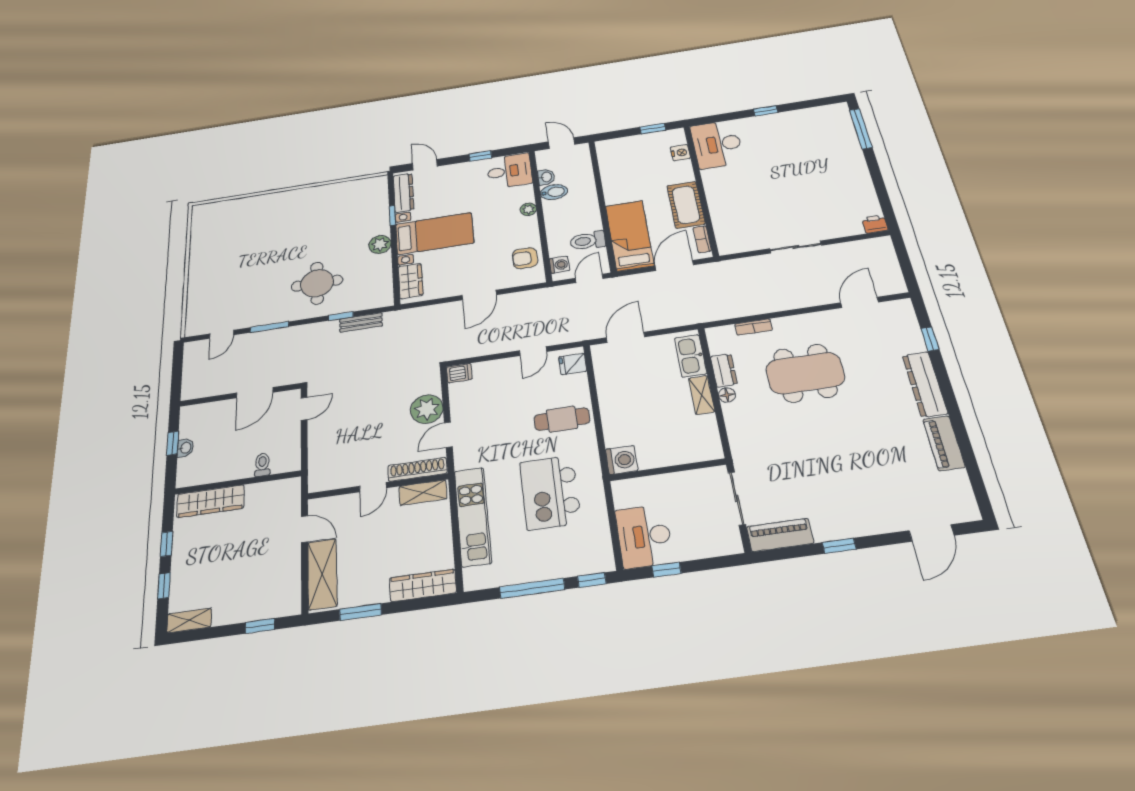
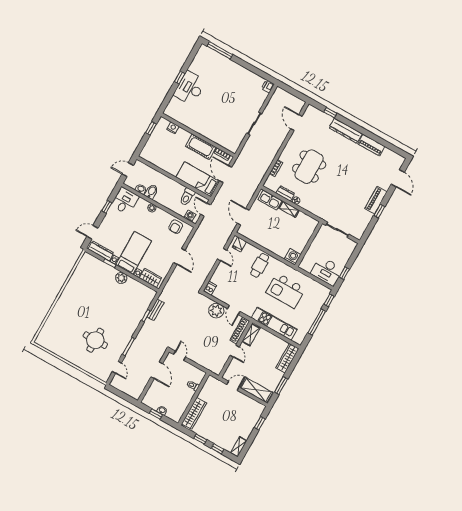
desk: (717, 144) -> (190, 88), moved, turned 90
round table: (317, 283) -> (95, 340), moved
piano: (780, 535) -> (376, 200), moved

